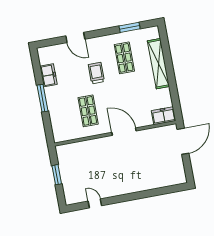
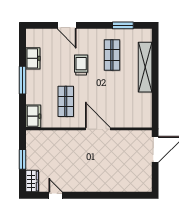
freezer: (164, 116) -> (33, 116), moved, turned 90
wardrobe: (70, 194) -> (32, 181), added

